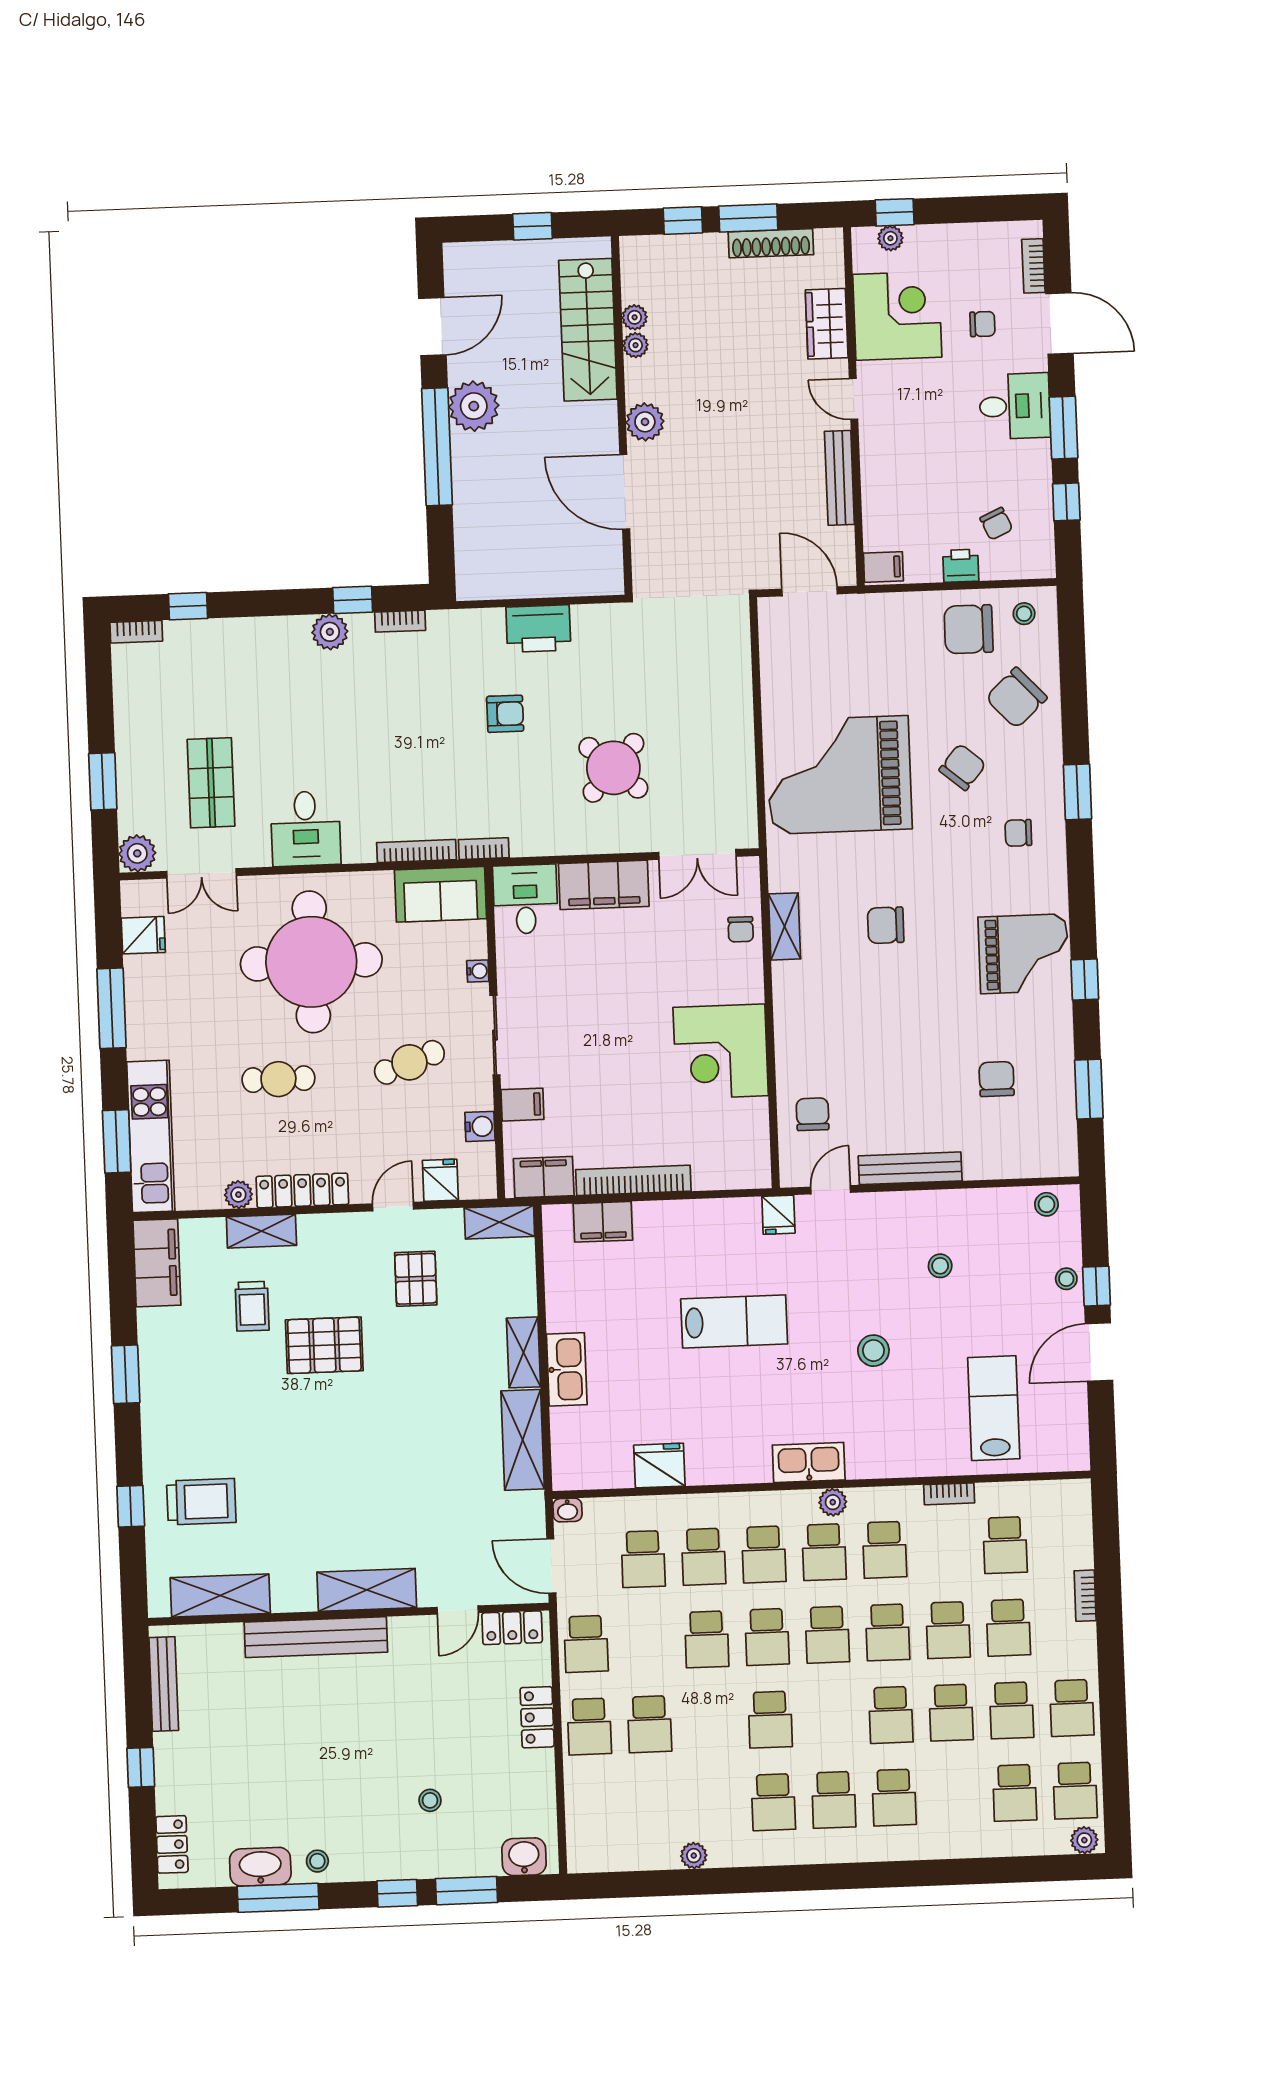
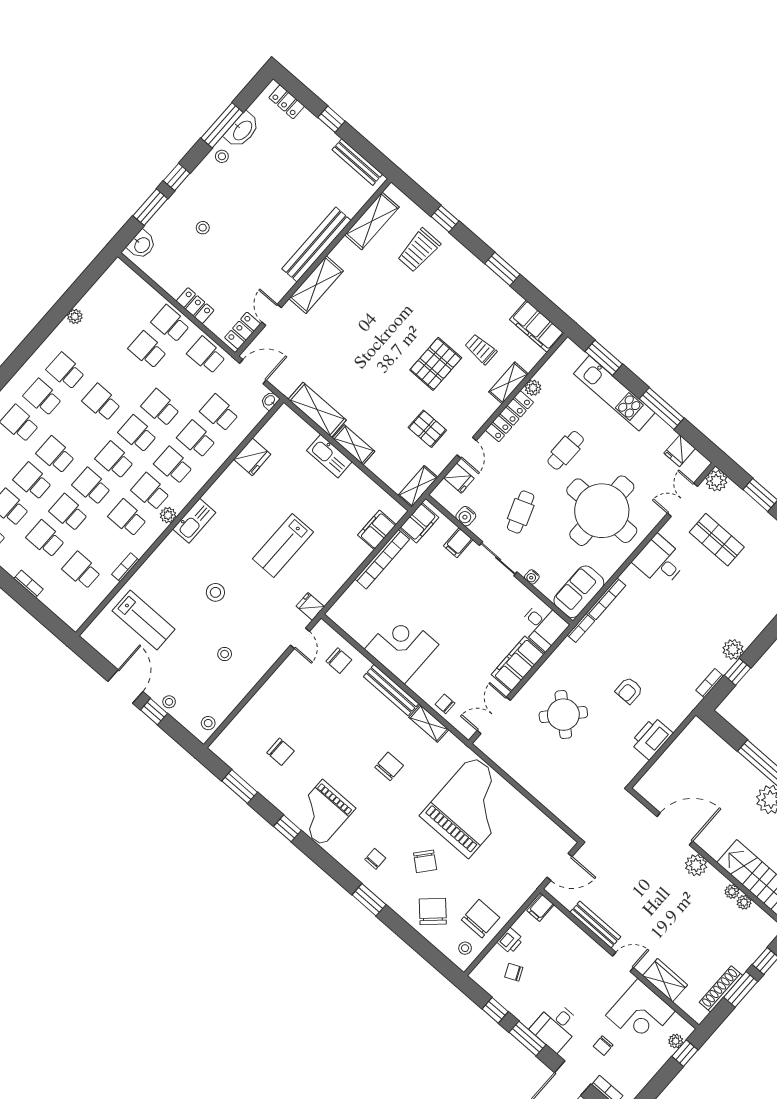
kitchen unit: (151, 1136) -> (614, 393), moved
bench: (910, 1168) -> (391, 690), moved, turned 90

